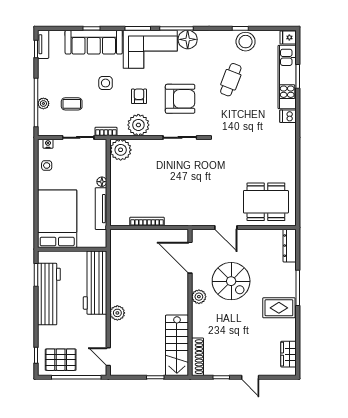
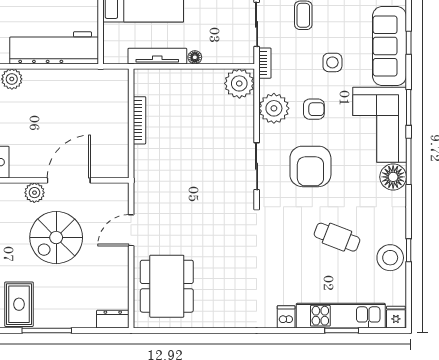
dresser: (290, 246) -> (113, 319), width x0.70
door: (190, 258) -> (69, 180), moved

